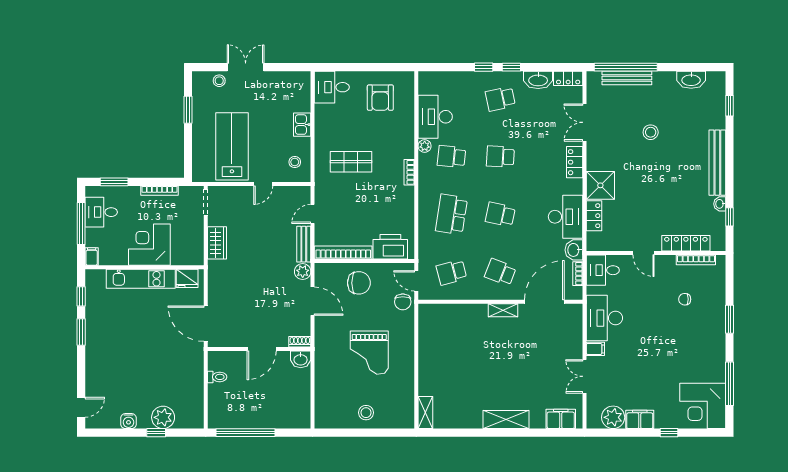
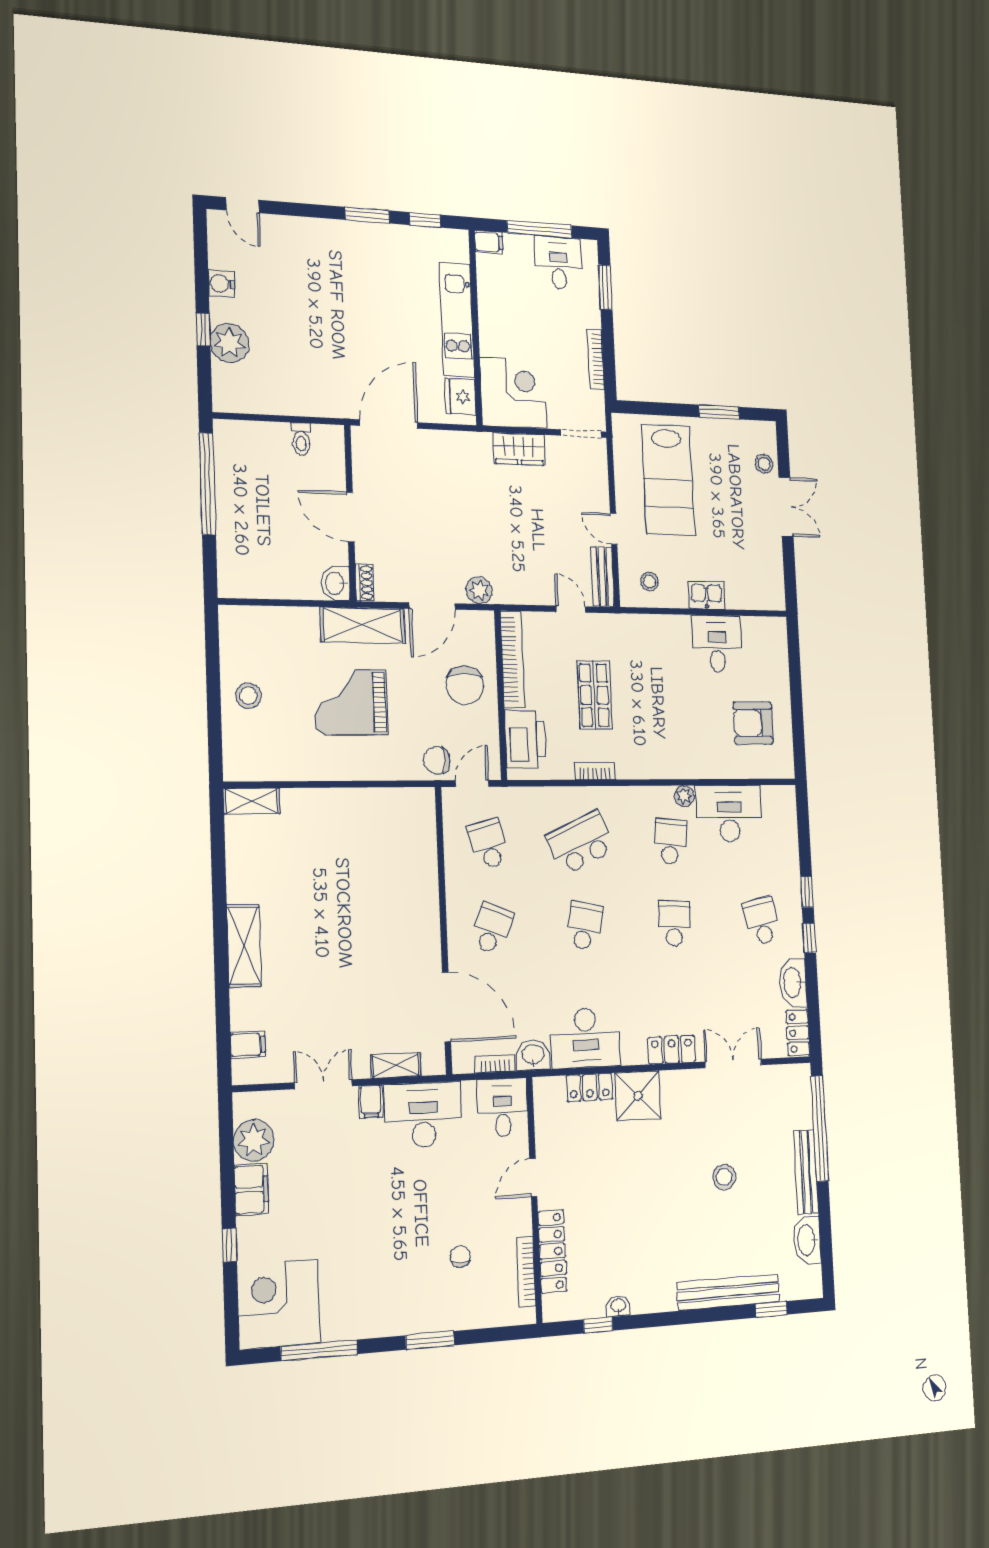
bench: (627, 78) -> (806, 1172), moved
desk: (332, 87) -> (717, 644), moved
lab bench: (232, 146) -> (668, 480), turned 90
shop shelf: (351, 162) -> (595, 695), moved
bench: (717, 163) -> (728, 1292), moved
bookcase: (409, 172) -> (595, 771), moved
school desk: (451, 214) -> (581, 843), turned -33
bench: (304, 244) -> (602, 577), moved, turned 90
corner desk: (149, 245) -> (514, 393), moved
shelving: (503, 310) -> (396, 1065), moved, turned 90
shelving: (325, 344) -> (363, 625), added
filing cabinet: (561, 419) -> (248, 1045), width x0.50

